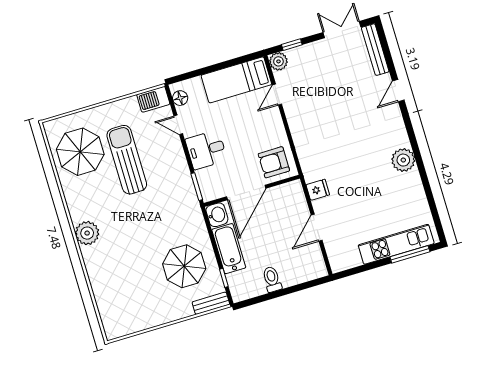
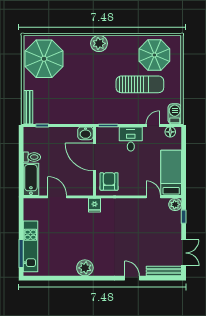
fridge: (318, 190) -> (95, 205), moved
bathtub: (229, 249) -> (31, 179), moved, turned -90
parasol: (184, 266) -> (44, 59), moved, width x1.36, depth x1.36
bench: (211, 303) -> (28, 107), width x1.36

